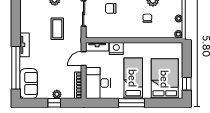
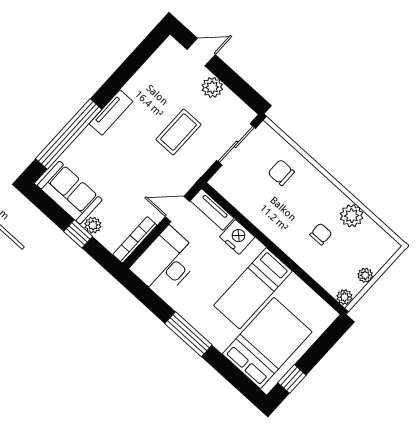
bed: (133, 78) -> (253, 288), moved, turned 180
sofa: (29, 84) -> (70, 193), moved, turned -90

